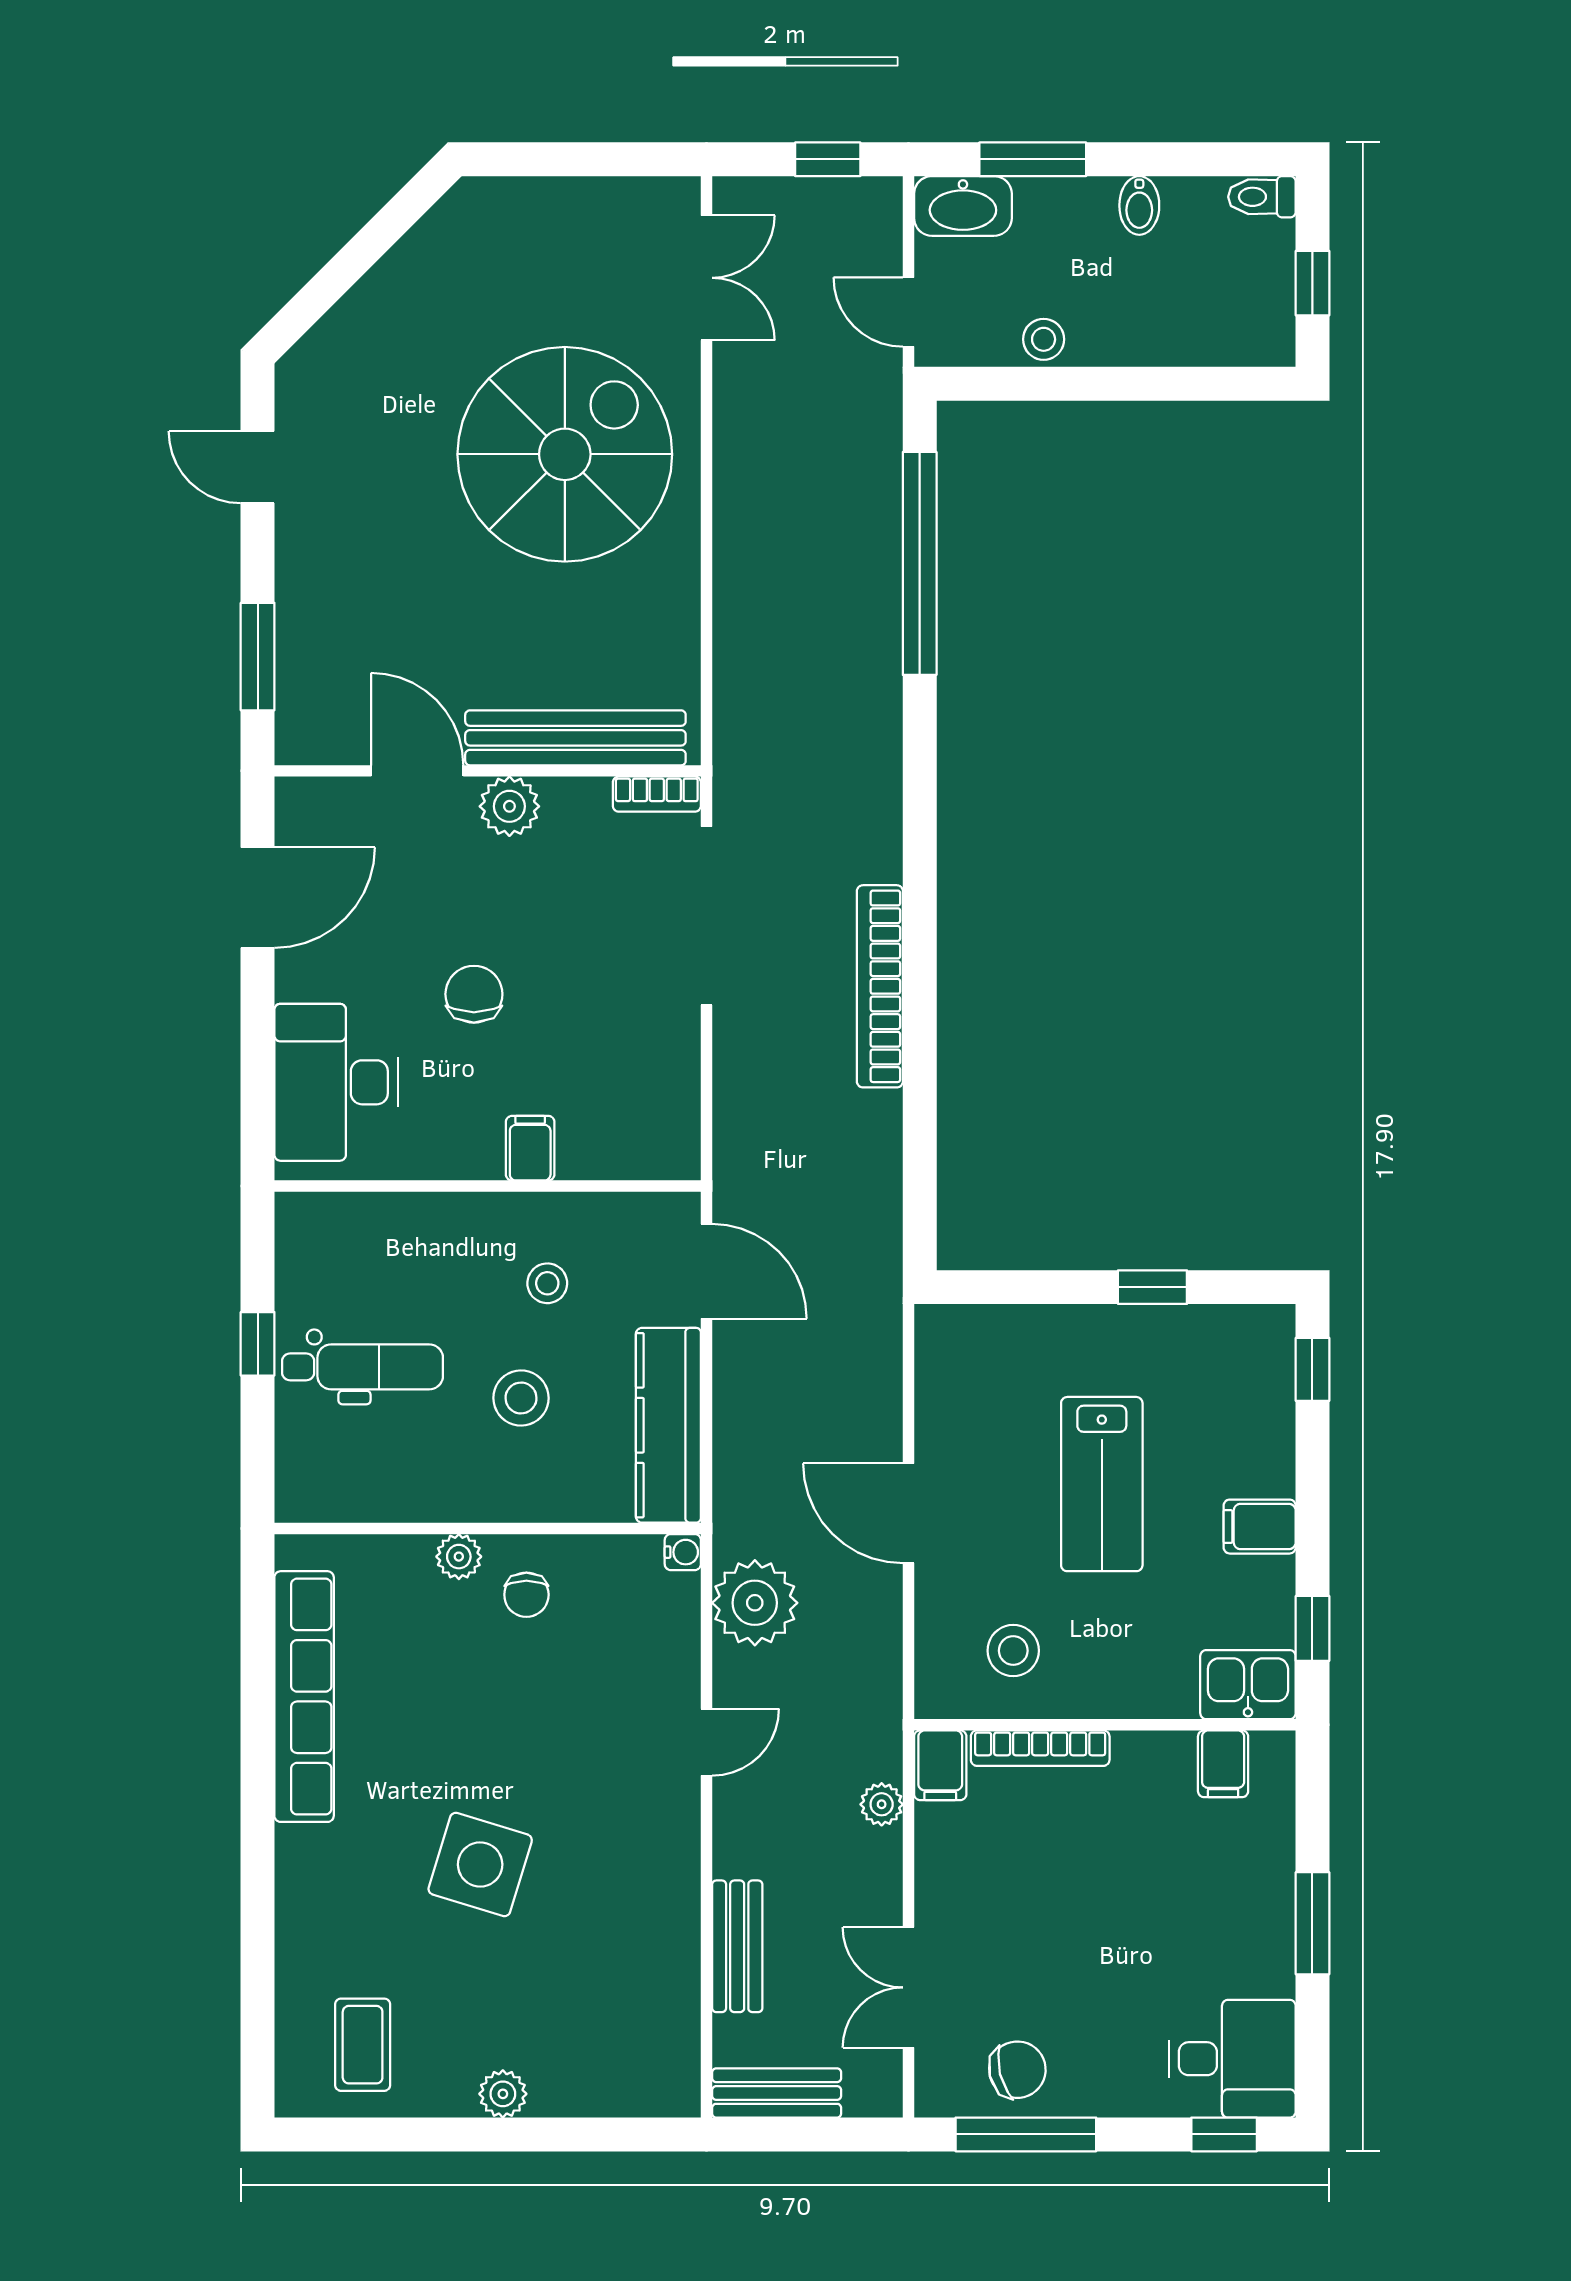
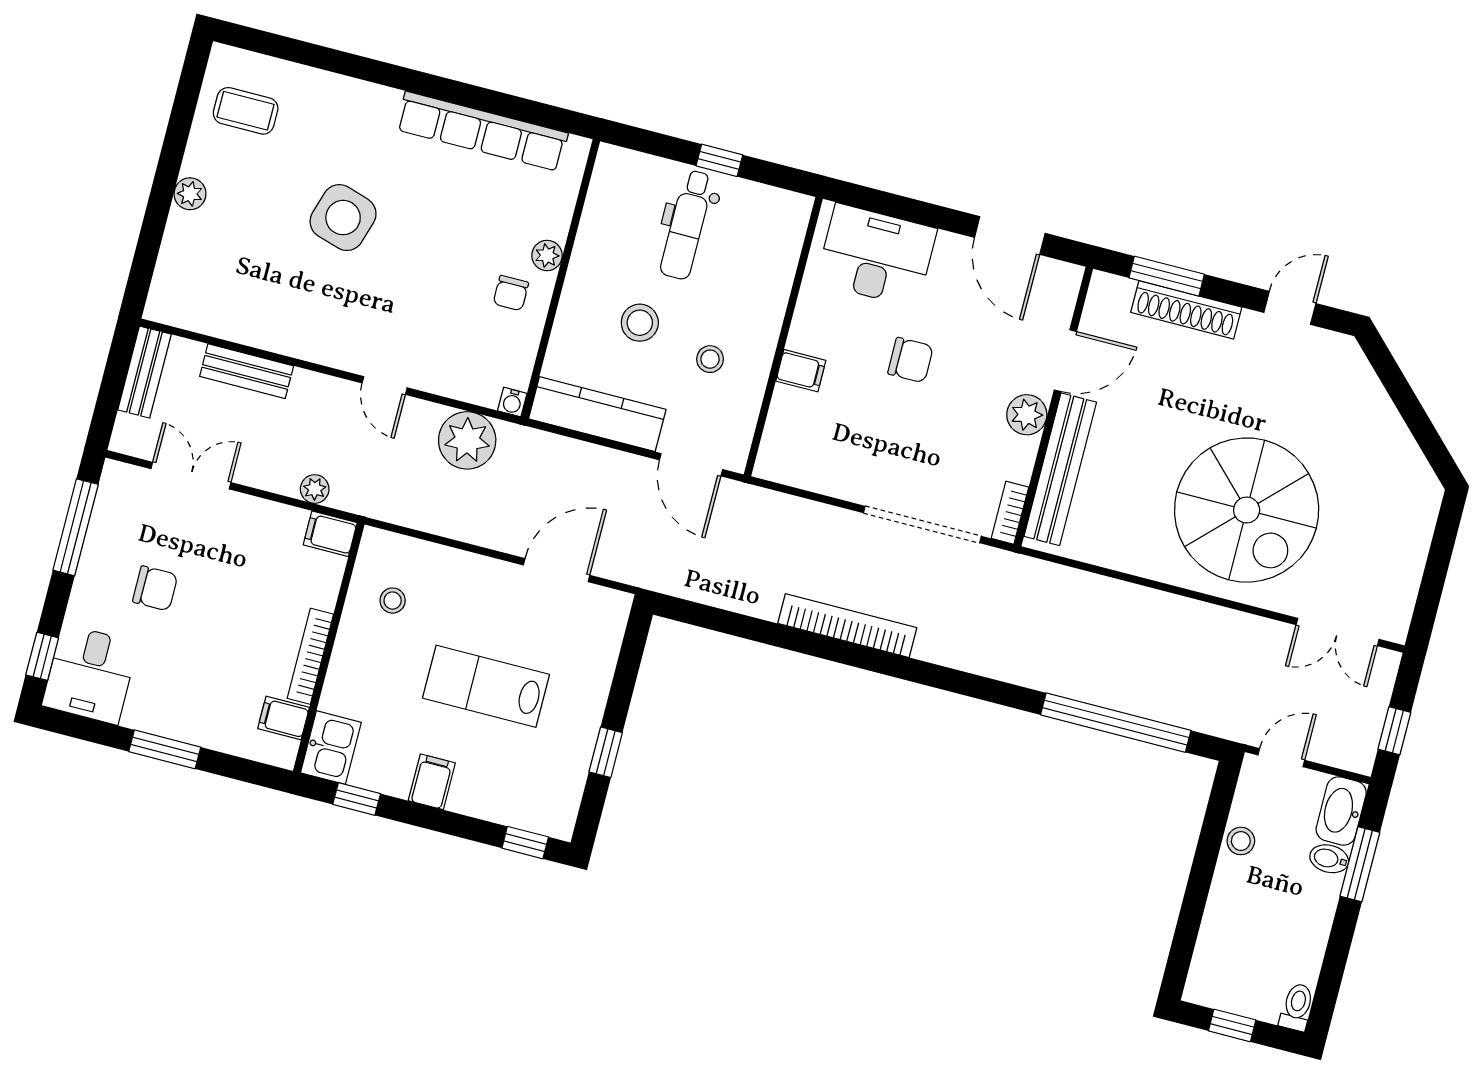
bidet: (1139, 205) -> (1329, 859), moved
shoe rack: (299, 616) -> (1186, 310), added
door: (706, 1271) -> (691, 465), hinge flipped
door: (908, 1513) -> (557, 570), moved
chair: (526, 1595) -> (511, 293), turned -90
stool: (1013, 1651) -> (393, 601), width x0.73, depth x0.73
bookcase: (1040, 1748) -> (310, 656), moved
chair: (1017, 2070) -> (155, 588), moved, turned -76

